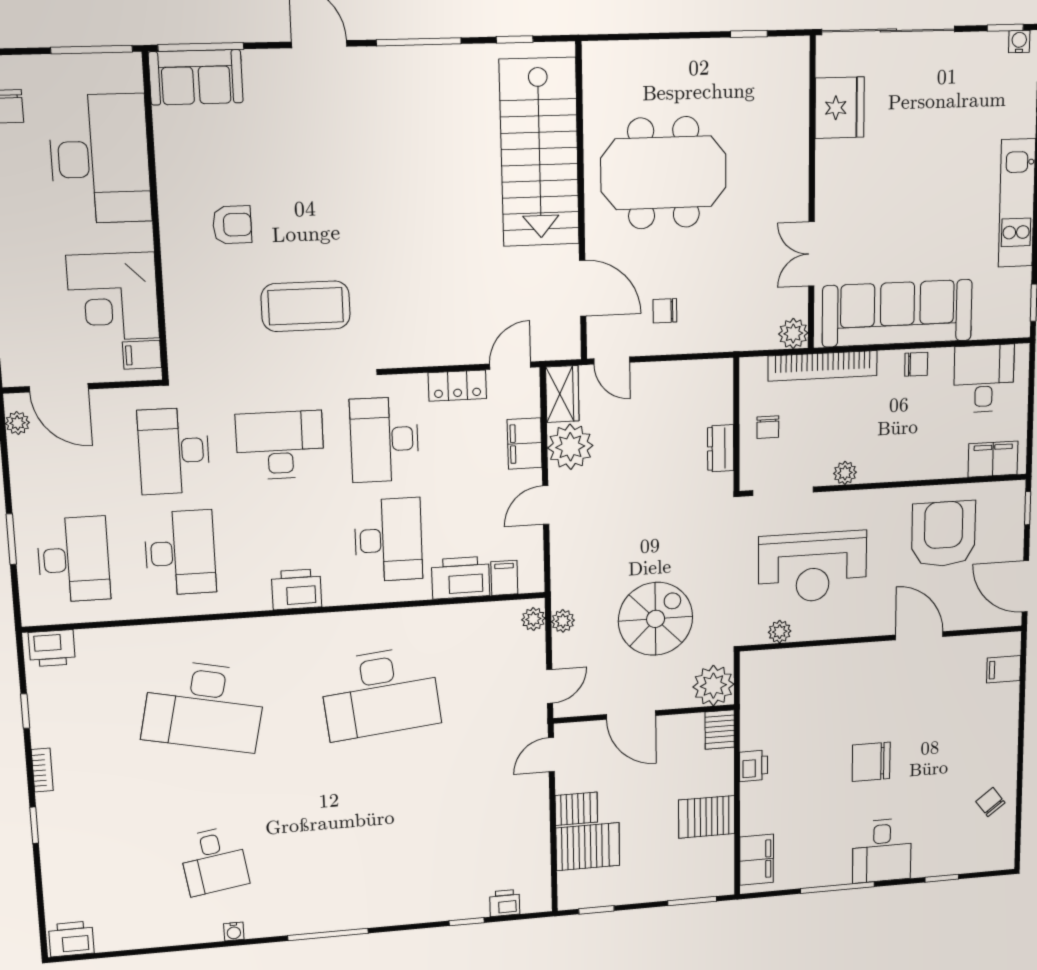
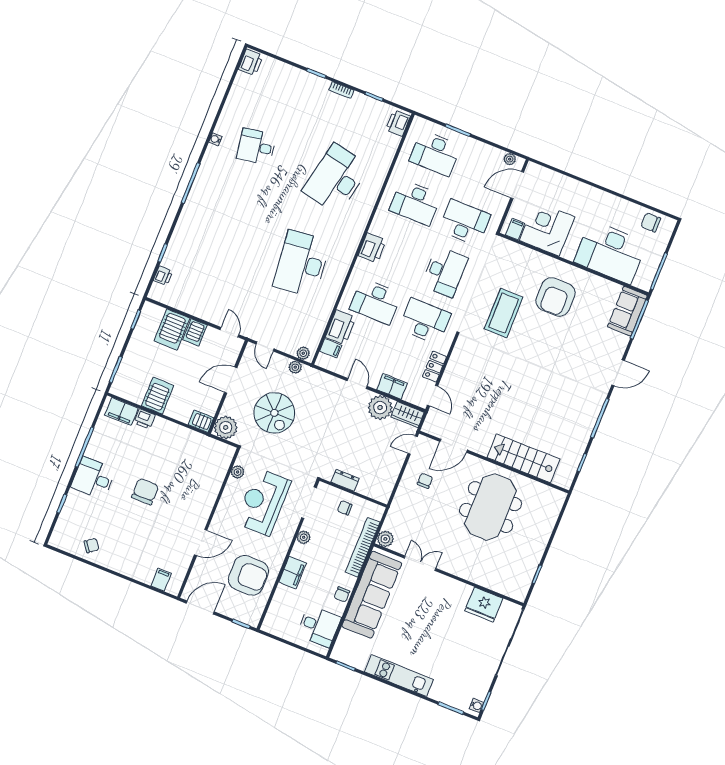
stairs: (539, 152) -> (523, 458), width x0.73, depth x0.66
armchair: (232, 225) -> (555, 297), width x1.88, depth x1.88
filing cabinet: (993, 459) -> (293, 573), moved
printer: (754, 766) -> (145, 419), moved

